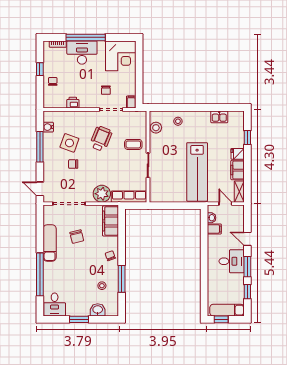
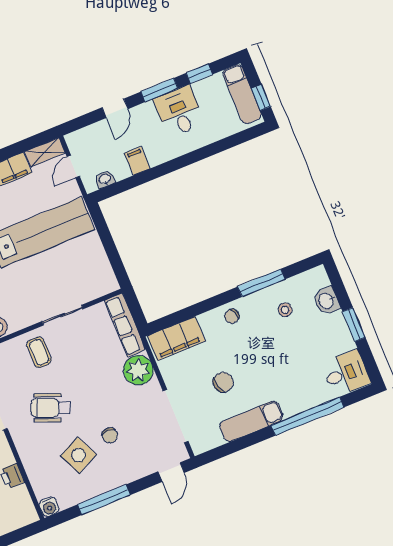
water cooler: (48, 127) -> (49, 507), moved
side table: (69, 143) -> (78, 455), turned 45
filing cabinet: (214, 229) -> (137, 161), moved
desk: (232, 261) -> (179, 111), moved

